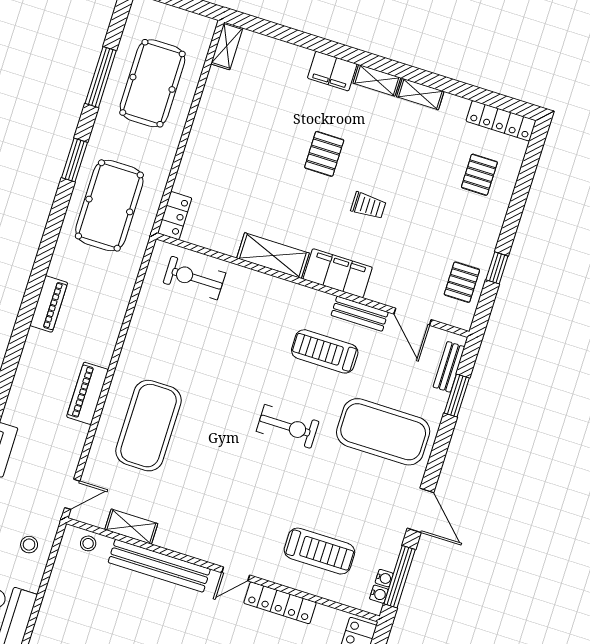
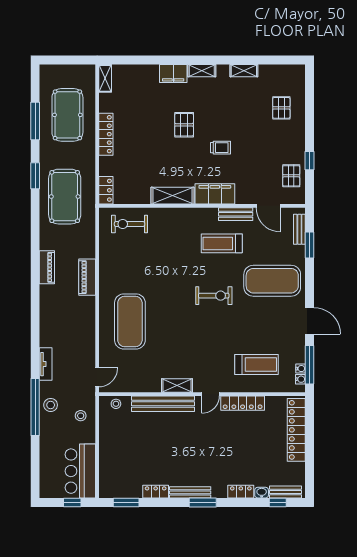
shelving: (420, 94) -> (244, 71), moved
locker: (501, 121) -> (106, 134), moved, turned -90
piano: (88, 393) -> (87, 277), moved
shelving: (131, 527) -> (177, 385), moved

